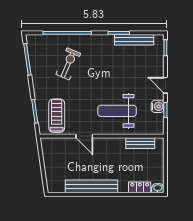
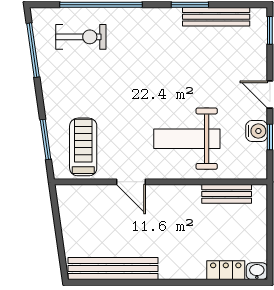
exercise bike: (68, 64) -> (81, 37), moved, turned 67
bench: (91, 186) -> (113, 269), moved

